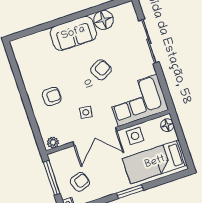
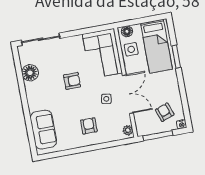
sofa: (73, 33) -> (43, 130), moved
sliding door: (149, 41) -> (41, 39), moved
armchair: (101, 70) -> (72, 81), turned 119
side table: (135, 136) -> (131, 49), moved
window: (130, 192) -> (176, 57), moved

